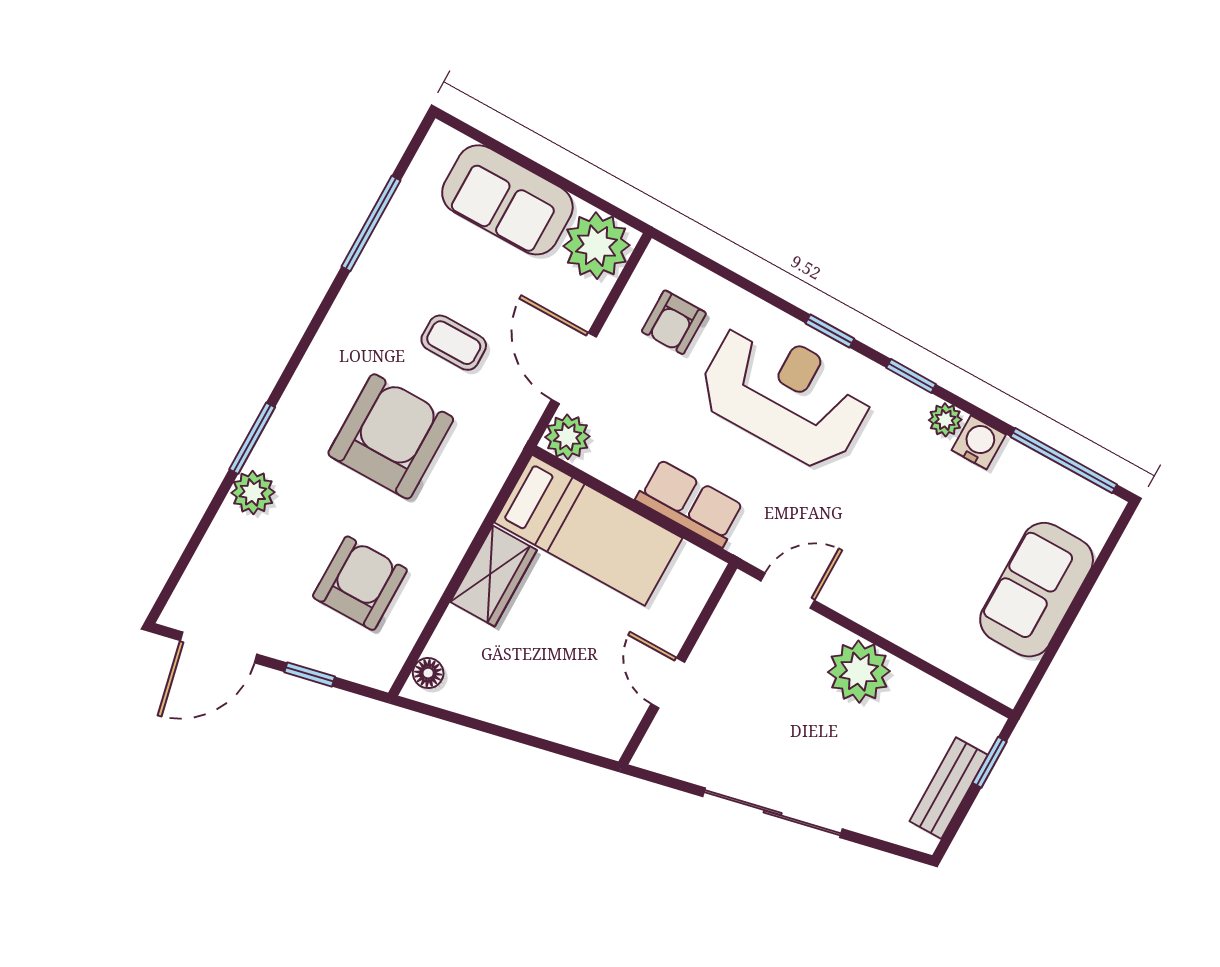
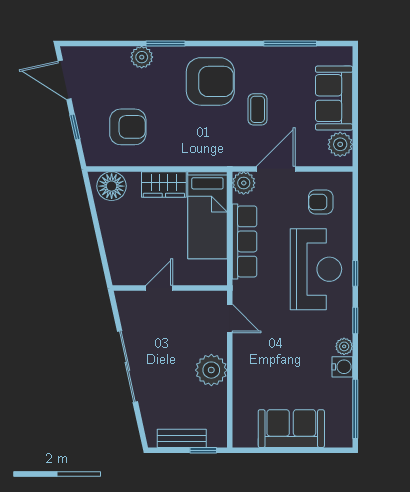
plant: (596, 246) -> (340, 144), width x0.73, depth x0.73
armchair: (391, 436) -> (210, 81), moved
row of seats: (690, 503) -> (244, 241), width x1.48
floor lamp: (428, 673) -> (112, 186), width x1.89, depth x1.89

